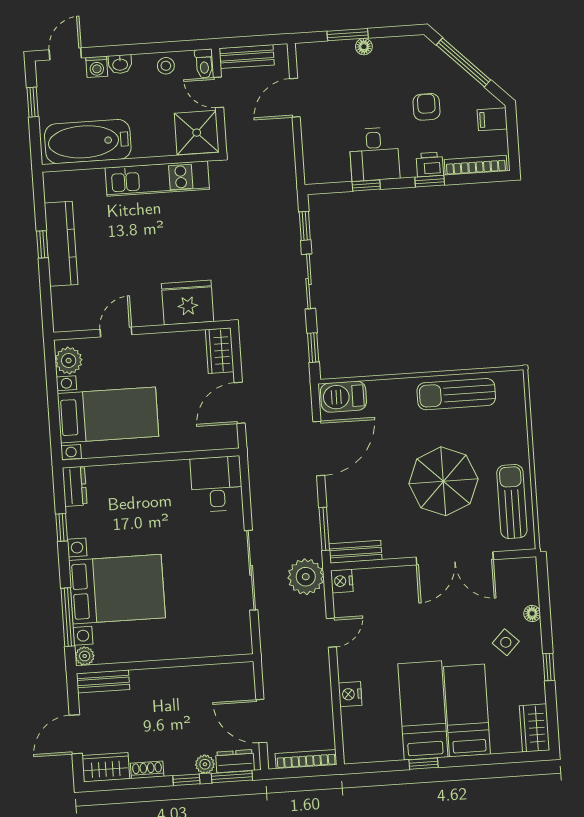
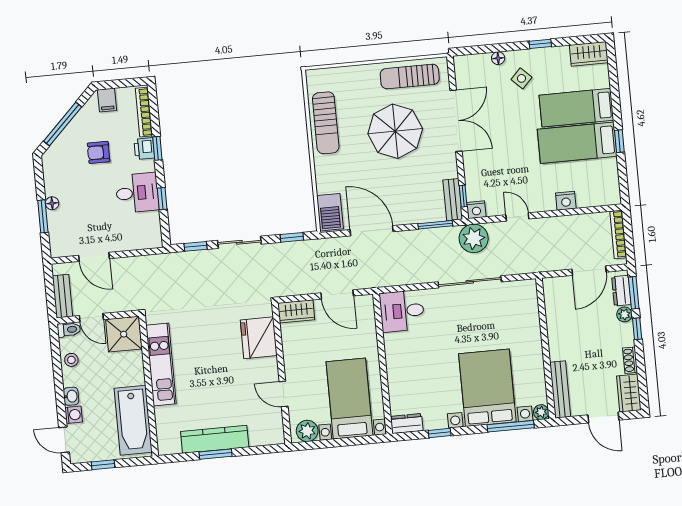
door: (218, 92) -> (91, 318), hinge flipped
window: (42, 244) -> (216, 454), width x1.50
window: (359, 565) -> (463, 196), added
bench: (103, 681) -> (560, 389), width x1.36

